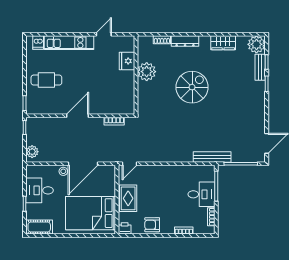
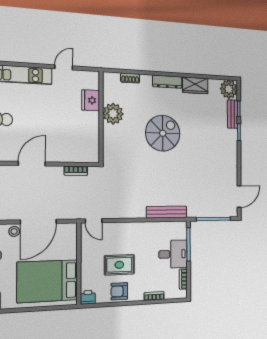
dresser: (185, 41) -> (167, 82), moved
bench: (212, 157) -> (167, 212), moved
door: (130, 164) -> (94, 221), hinge flipped
rug: (128, 198) -> (119, 265), moved, turned 90

